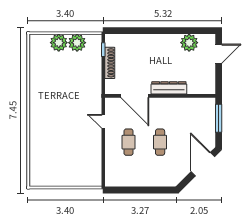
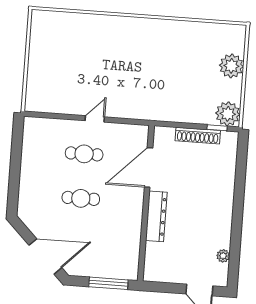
plant: (77, 43) -> (228, 114), moved
plant: (189, 43) -> (223, 256), width x0.53, depth x0.53
door: (103, 121) -> (95, 119), moved

